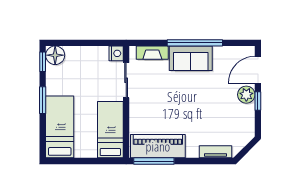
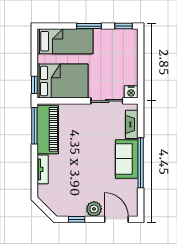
floor lamp: (55, 55) -> (129, 37), removed
window: (258, 101) -> (77, 219), moved
bed: (110, 130) -> (63, 81), width x1.50
tv unit: (215, 152) -> (43, 169), moved
window: (108, 161) -> (34, 85), added

